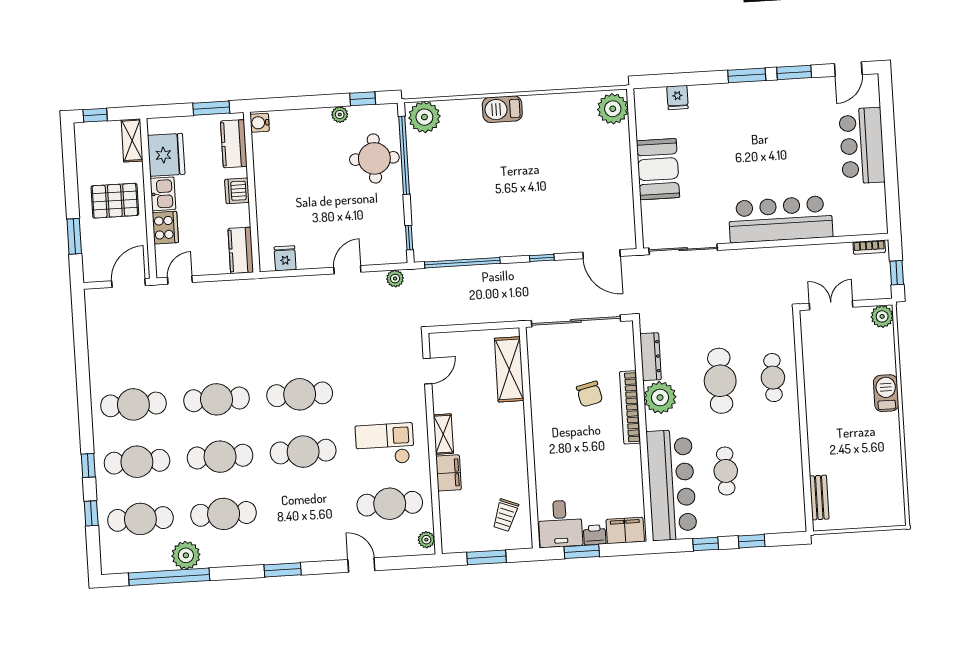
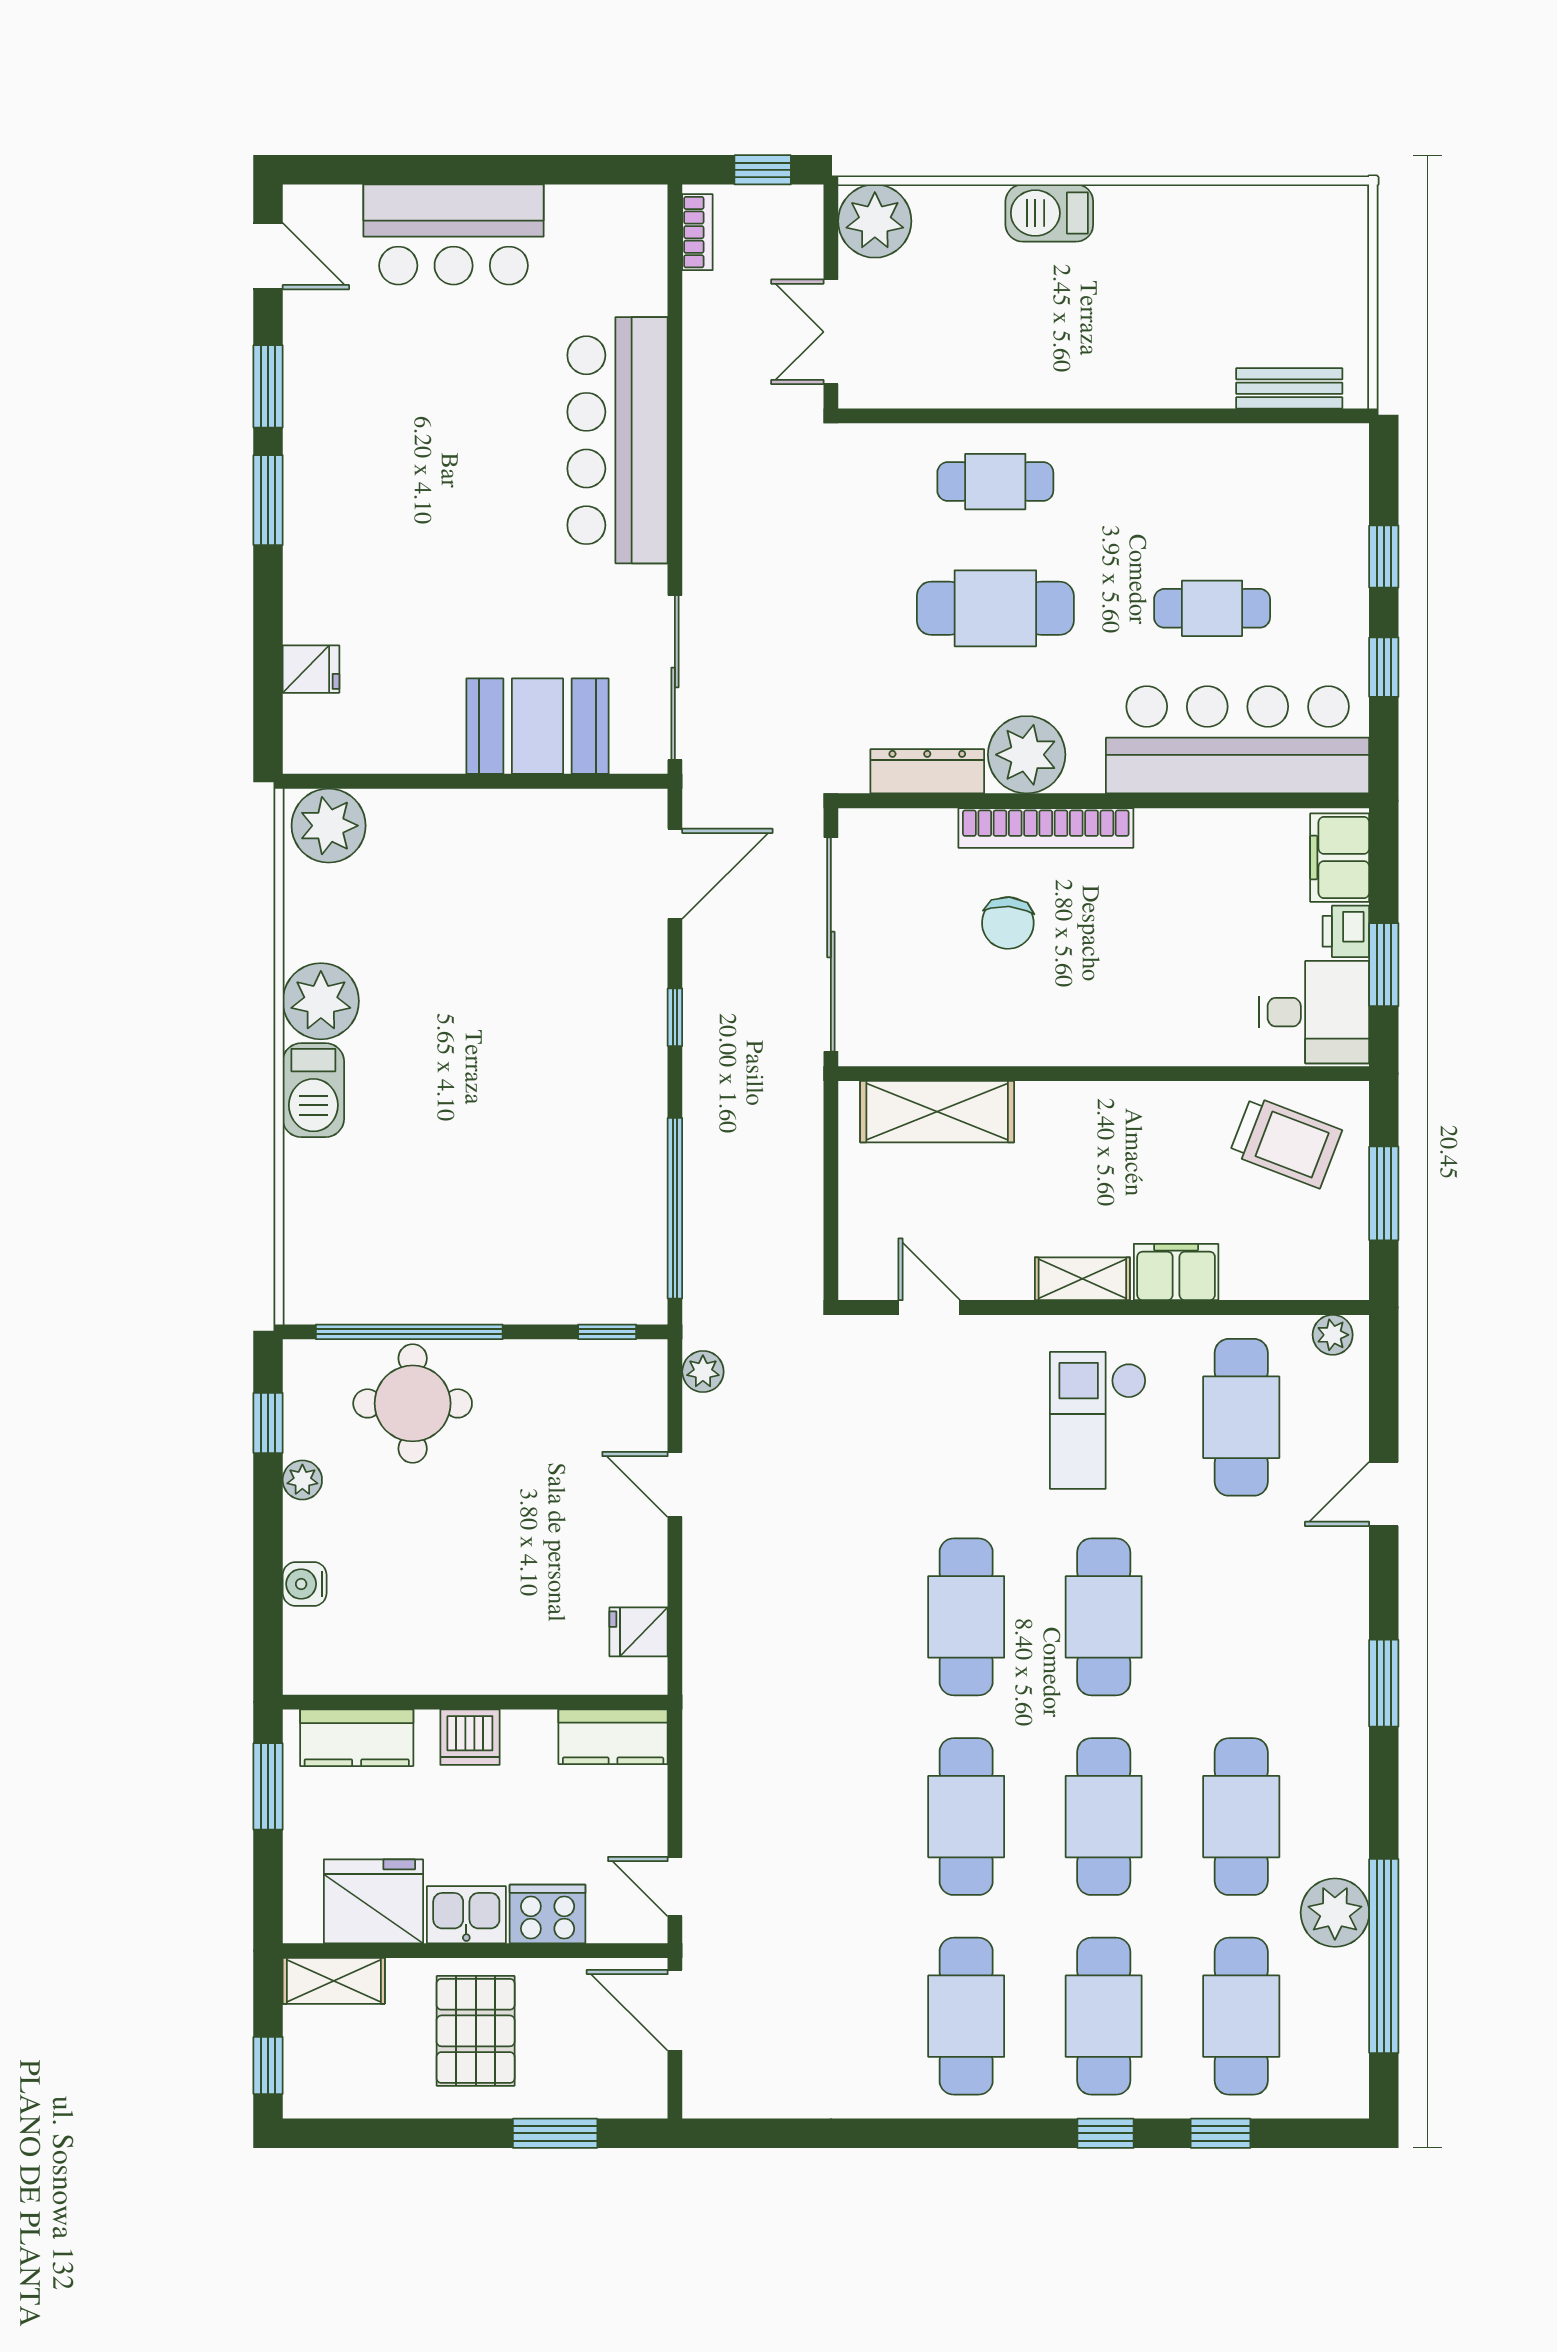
plant: (424, 117) -> (321, 1001), moved
water cooler: (260, 123) -> (305, 1584), moved, turned 90
booth: (658, 169) -> (537, 726), moved
plant: (882, 316) -> (875, 221), width x1.36, depth x1.36
chair: (590, 394) -> (1008, 923), turned 107
trolley: (505, 515) -> (1286, 1142), width x1.36, depth x1.39

